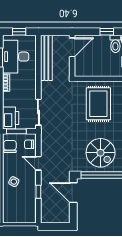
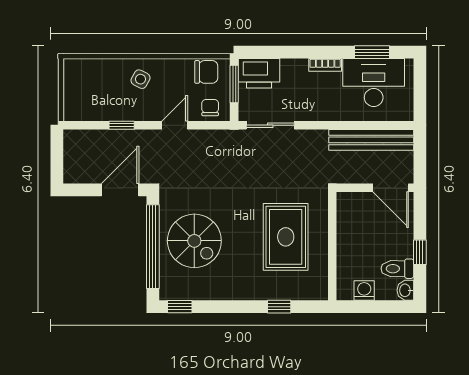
window: (19, 32) -> (420, 89), removed
rug: (98, 104) -> (286, 237), turned 90
spiral stairs: (101, 153) -> (194, 241), turned -90

